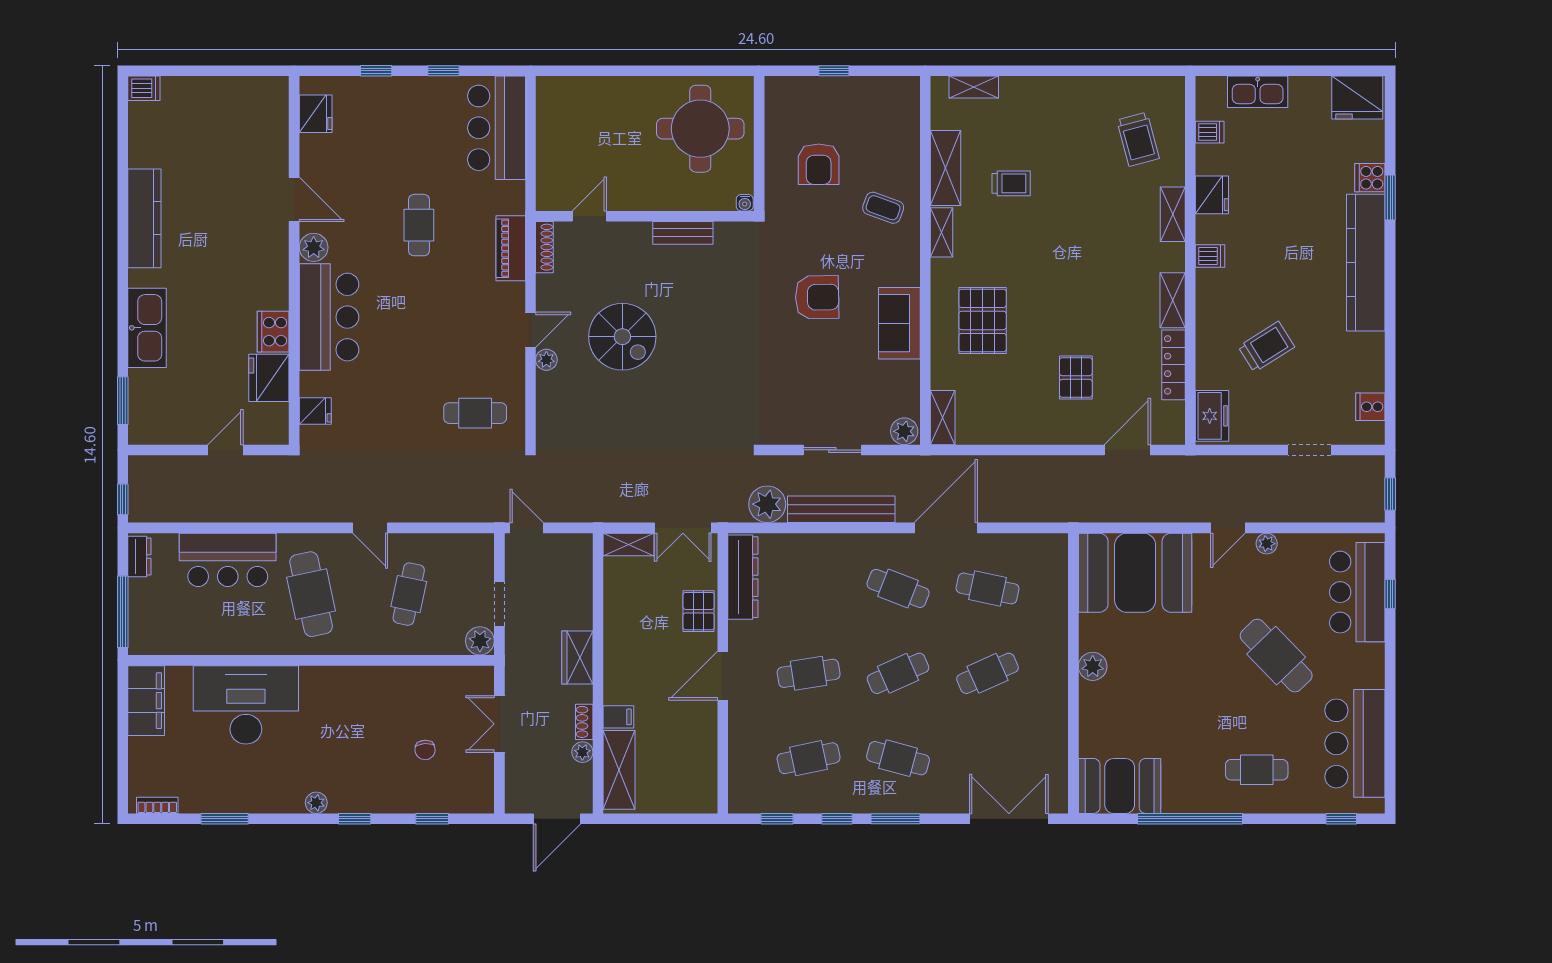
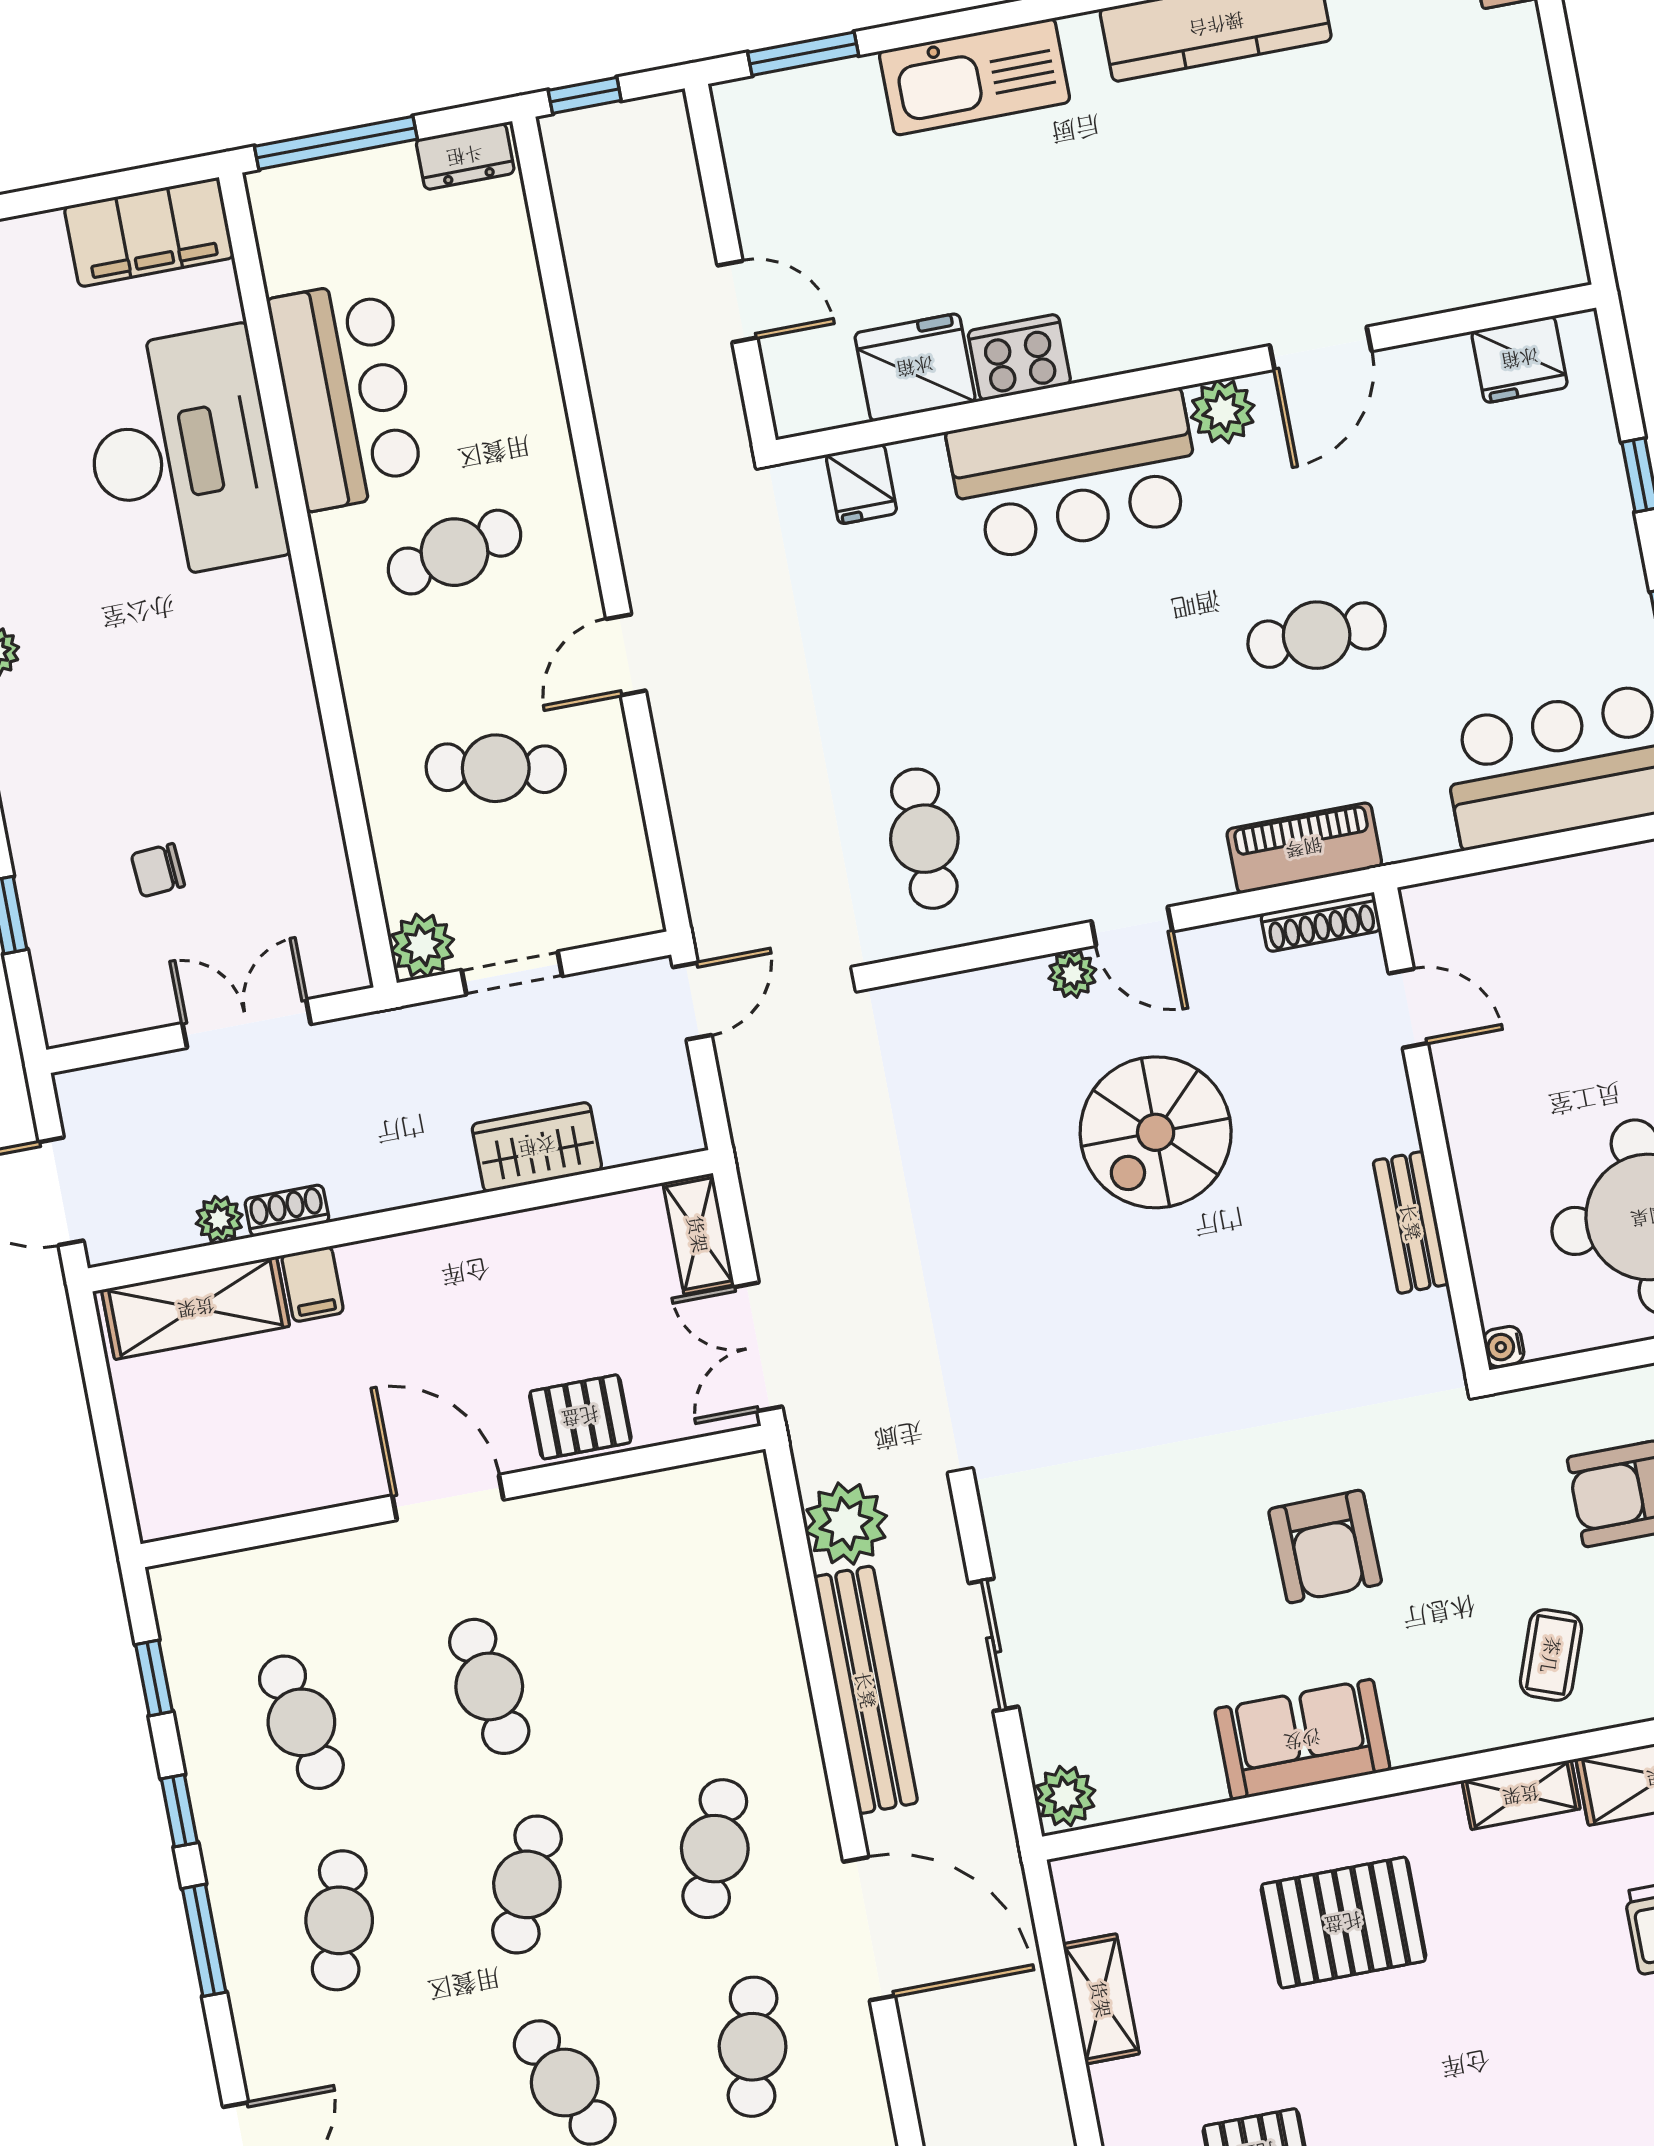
shelving: (943, 418) -> (1101, 1999), moved, turned 90
bar counter: (228, 560) -> (346, 395), moved, turned 180
dresser: (743, 577) -> (674, 1501), removed
cafe table: (311, 594) -> (455, 552), width x0.73, depth x0.74
wardrobe: (577, 658) -> (537, 1147), moved
cafe table: (898, 673) -> (527, 1884), turned 48

